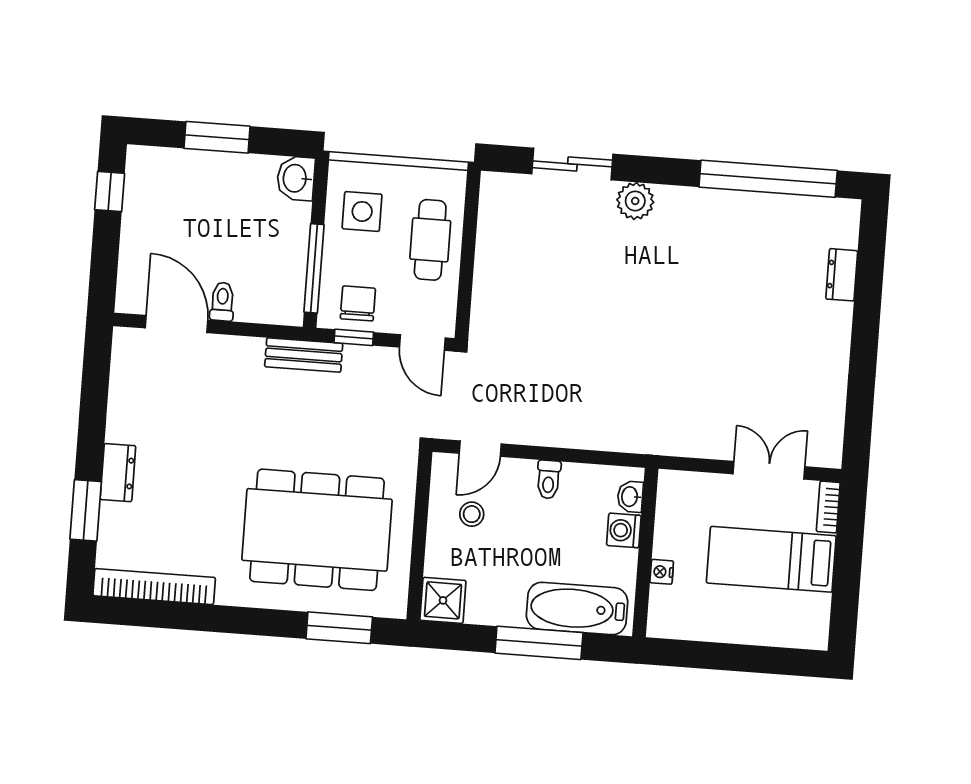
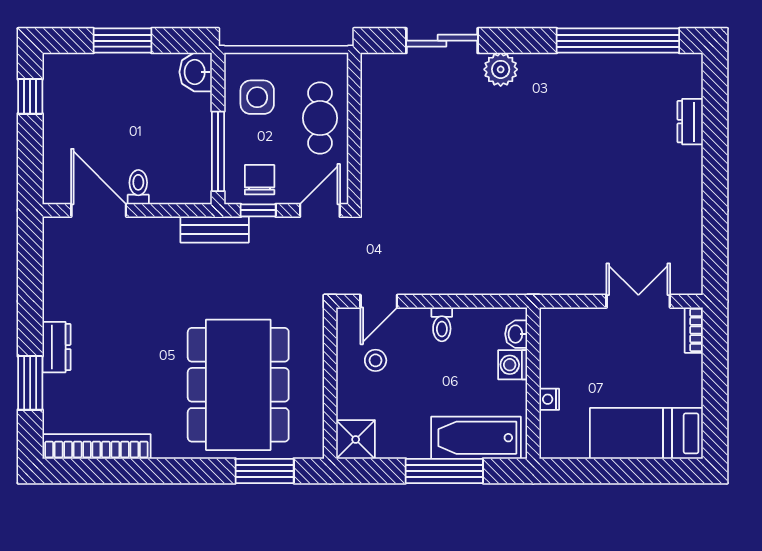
door: (422, 343) -> (320, 210), swing flipped
dining table: (317, 530) -> (238, 385), turned 90
bed: (771, 559) -> (646, 433), moved

